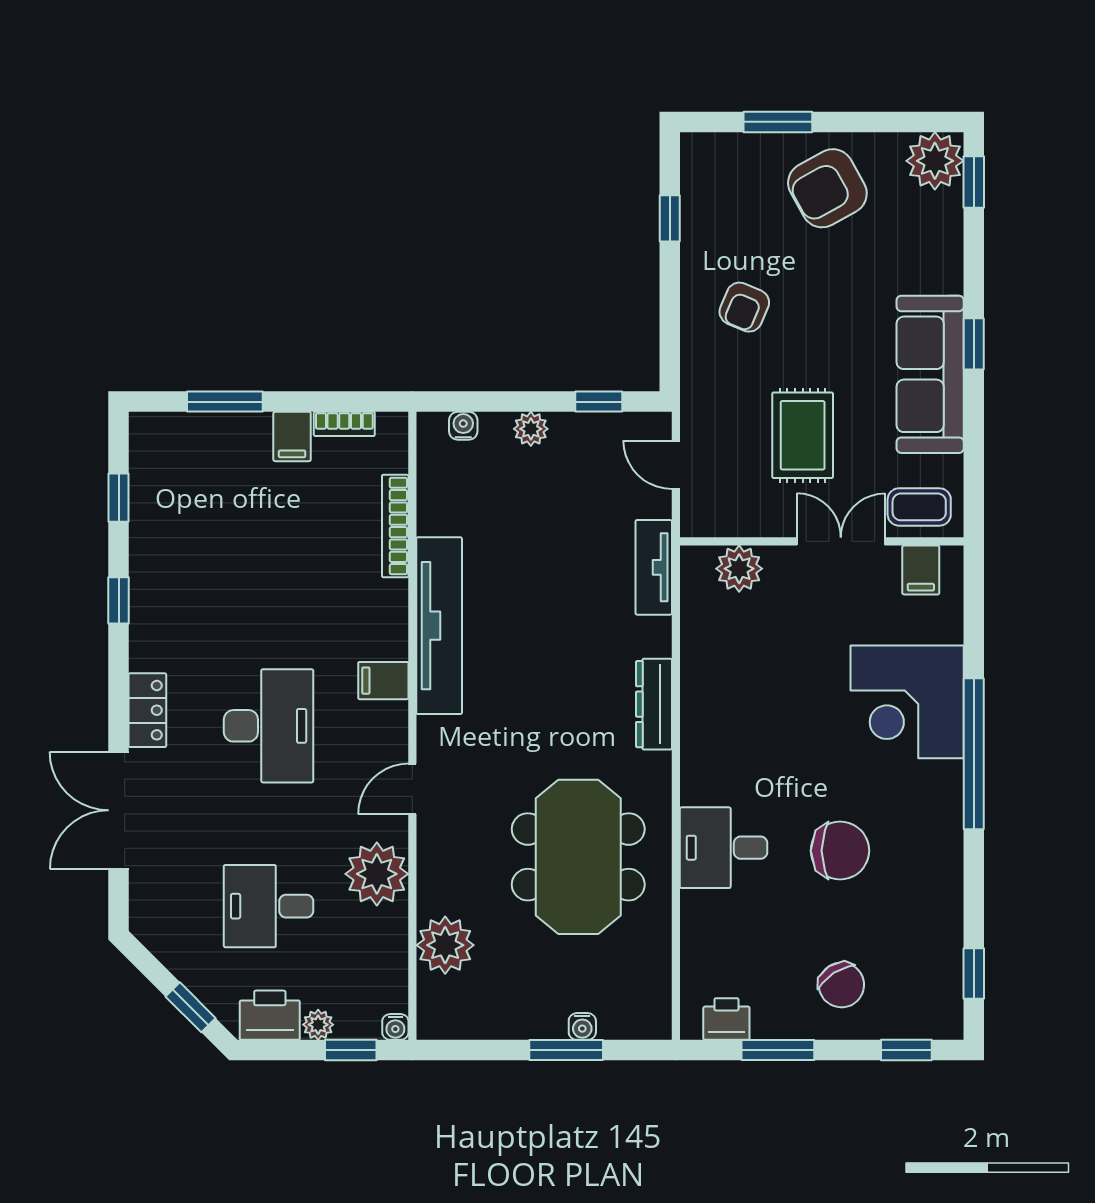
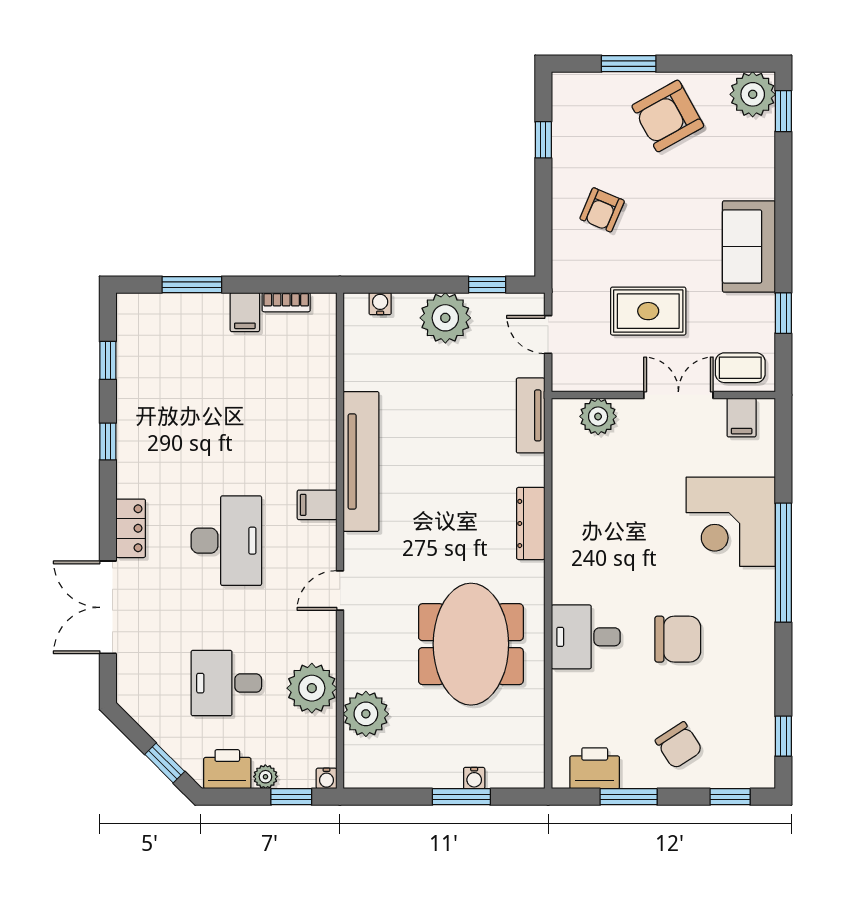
window: (974, 344) -> (783, 313), moved
sofa: (930, 374) -> (749, 246), width x0.73
plant: (531, 429) -> (445, 318), width x1.87, depth x1.87
rug: (803, 435) -> (648, 311), turned 90
bookcase: (395, 526) -> (326, 383), removed
plant: (377, 874) -> (312, 688), moved
printer: (726, 1019) -> (595, 768), width x1.36, depth x1.24

